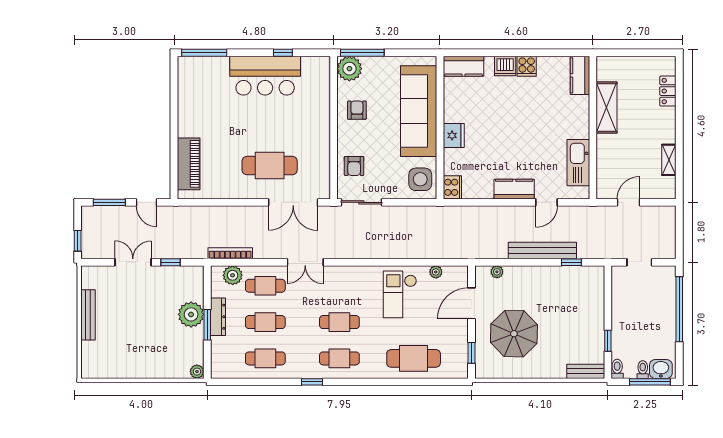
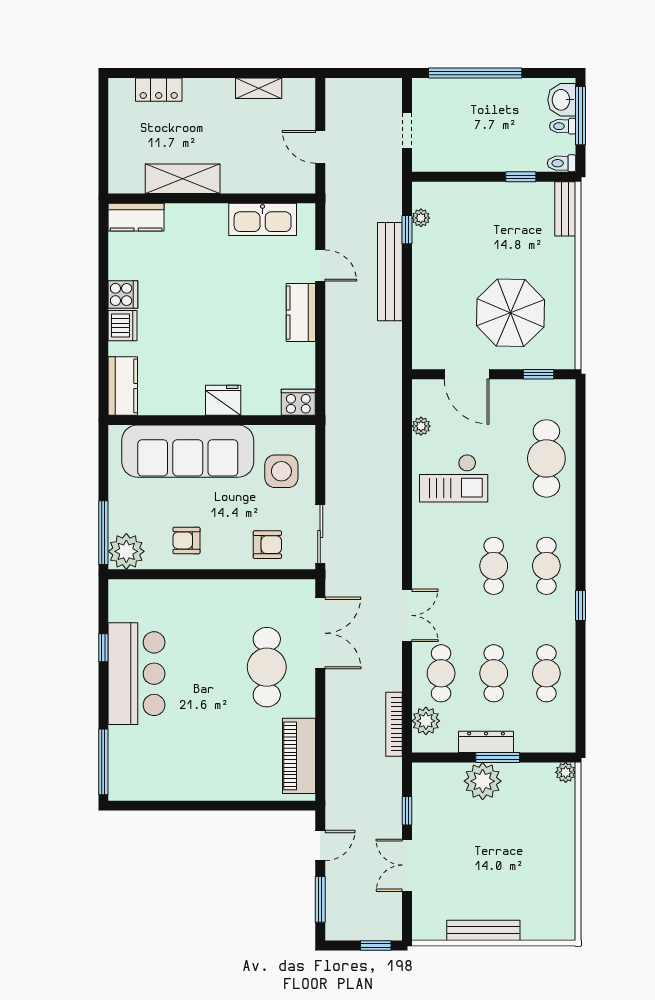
piano: (189, 164) -> (299, 756), moved, turned -90
side table: (420, 179) -> (281, 471), moved
plant: (497, 272) -> (421, 218), moved

